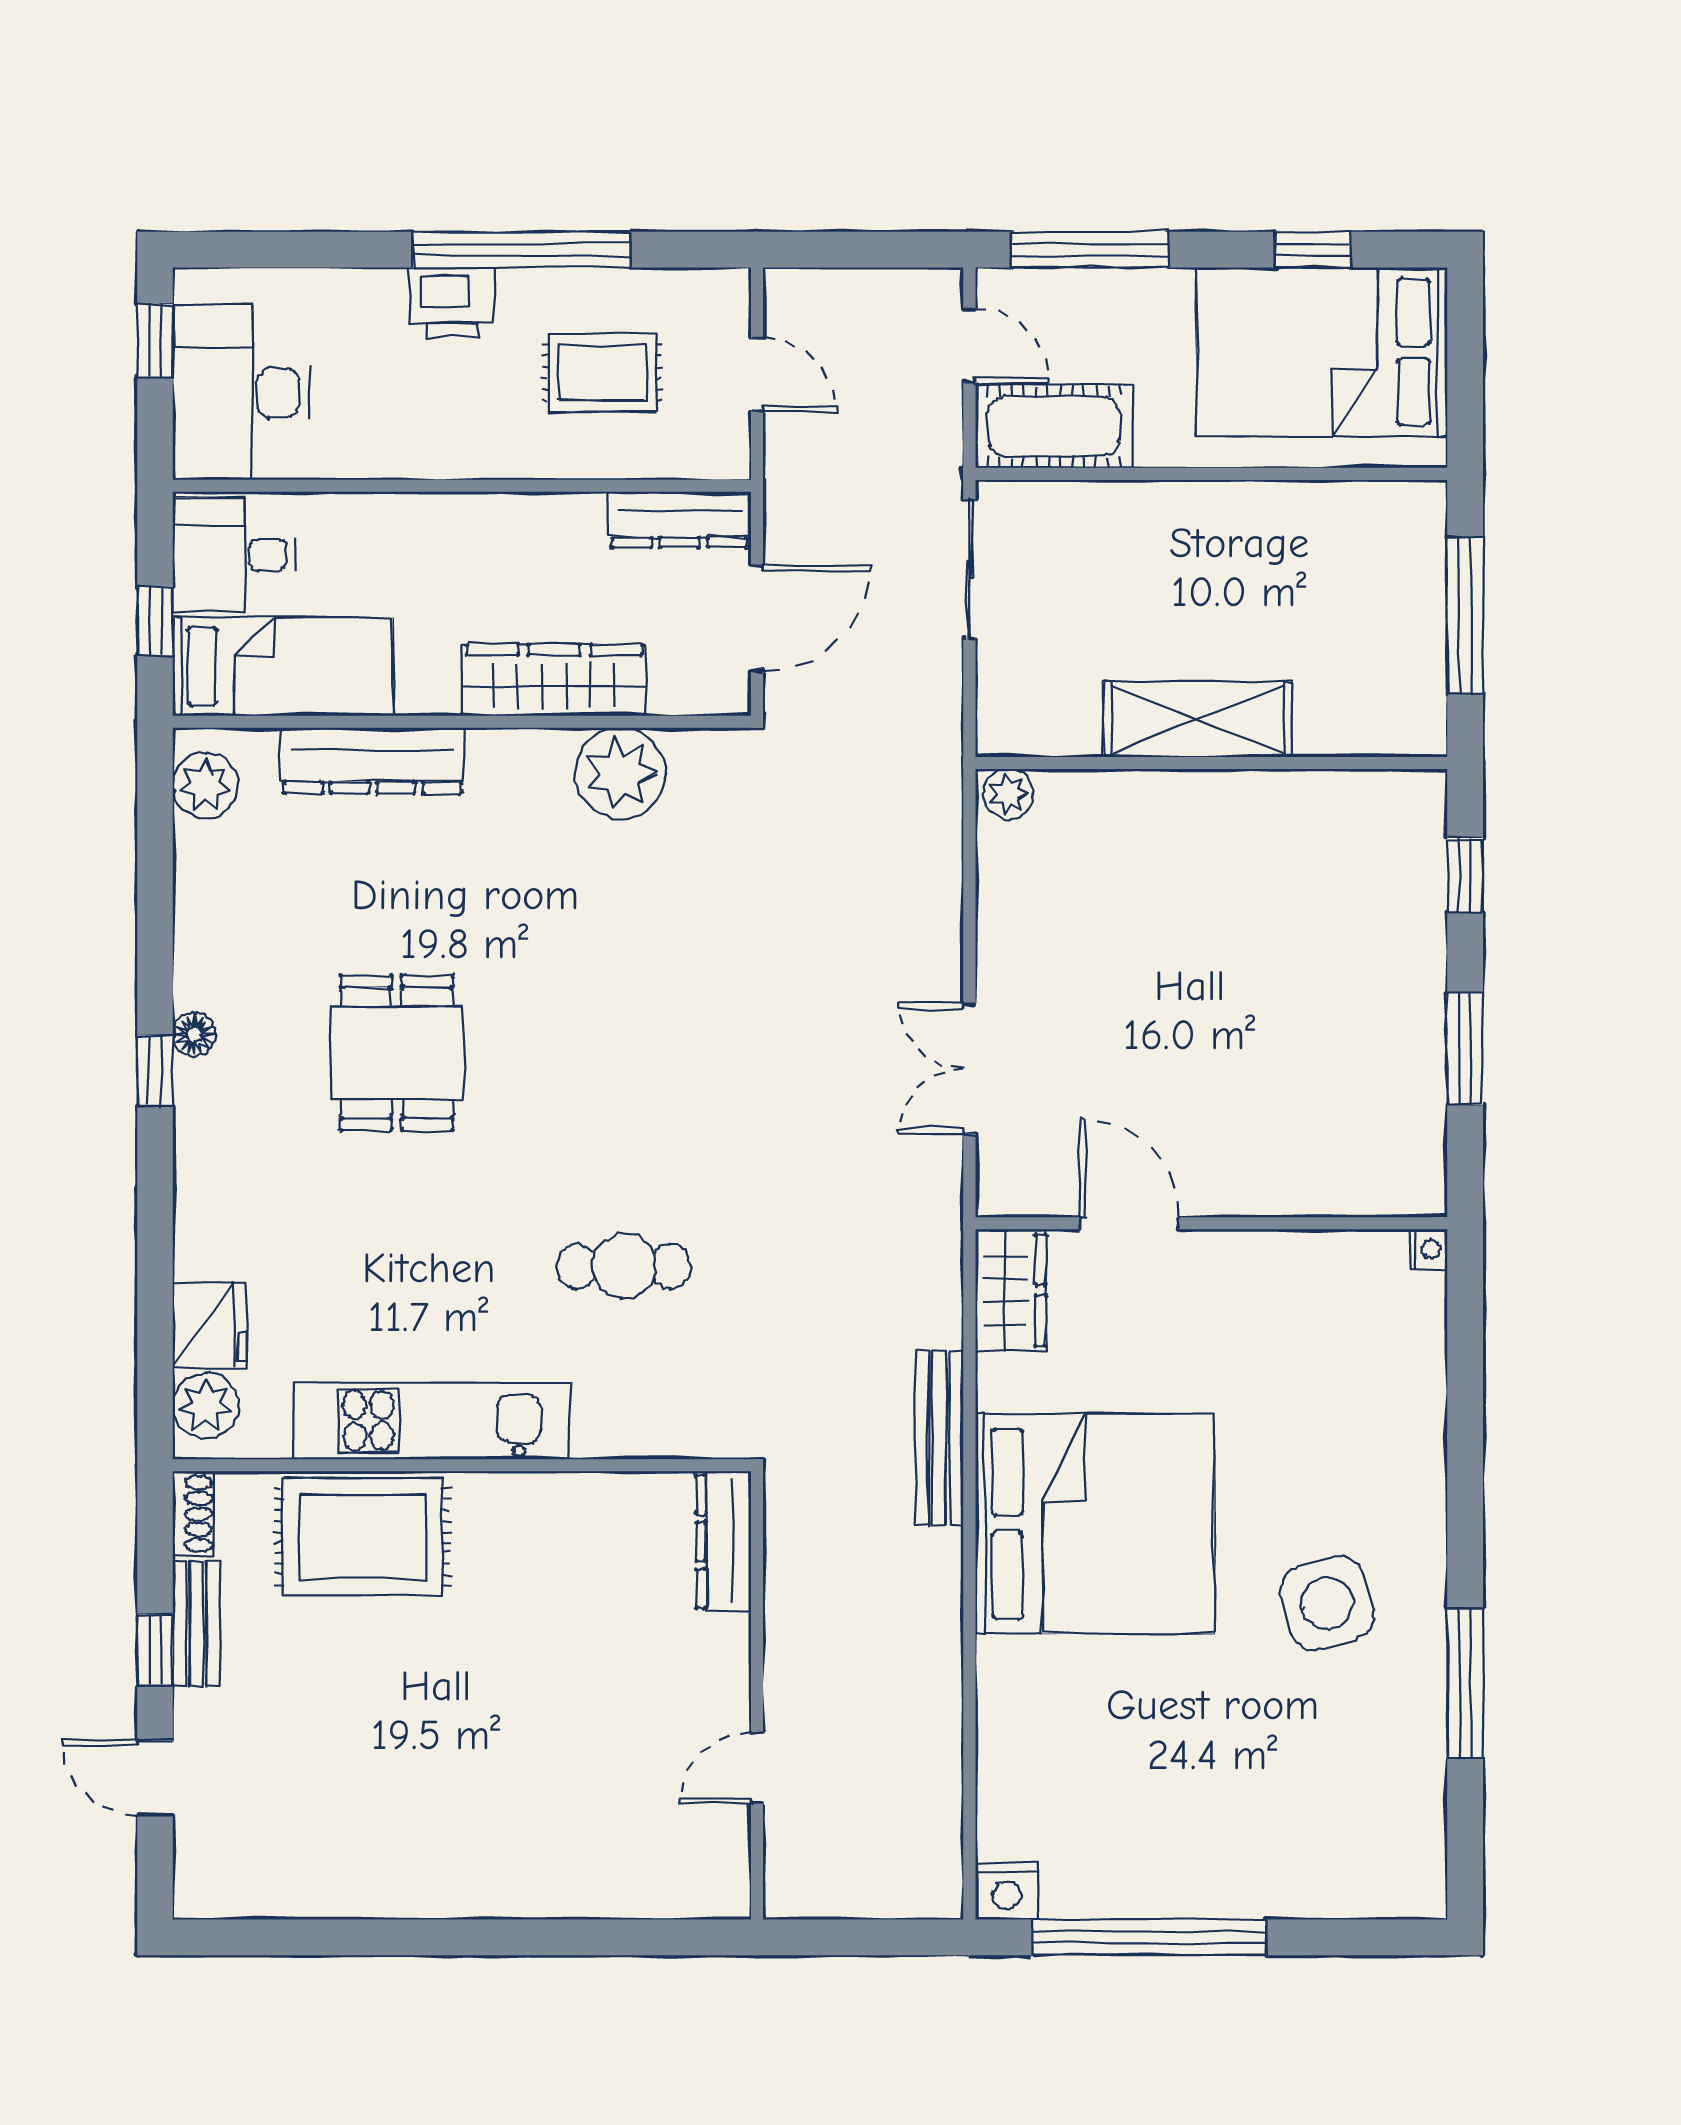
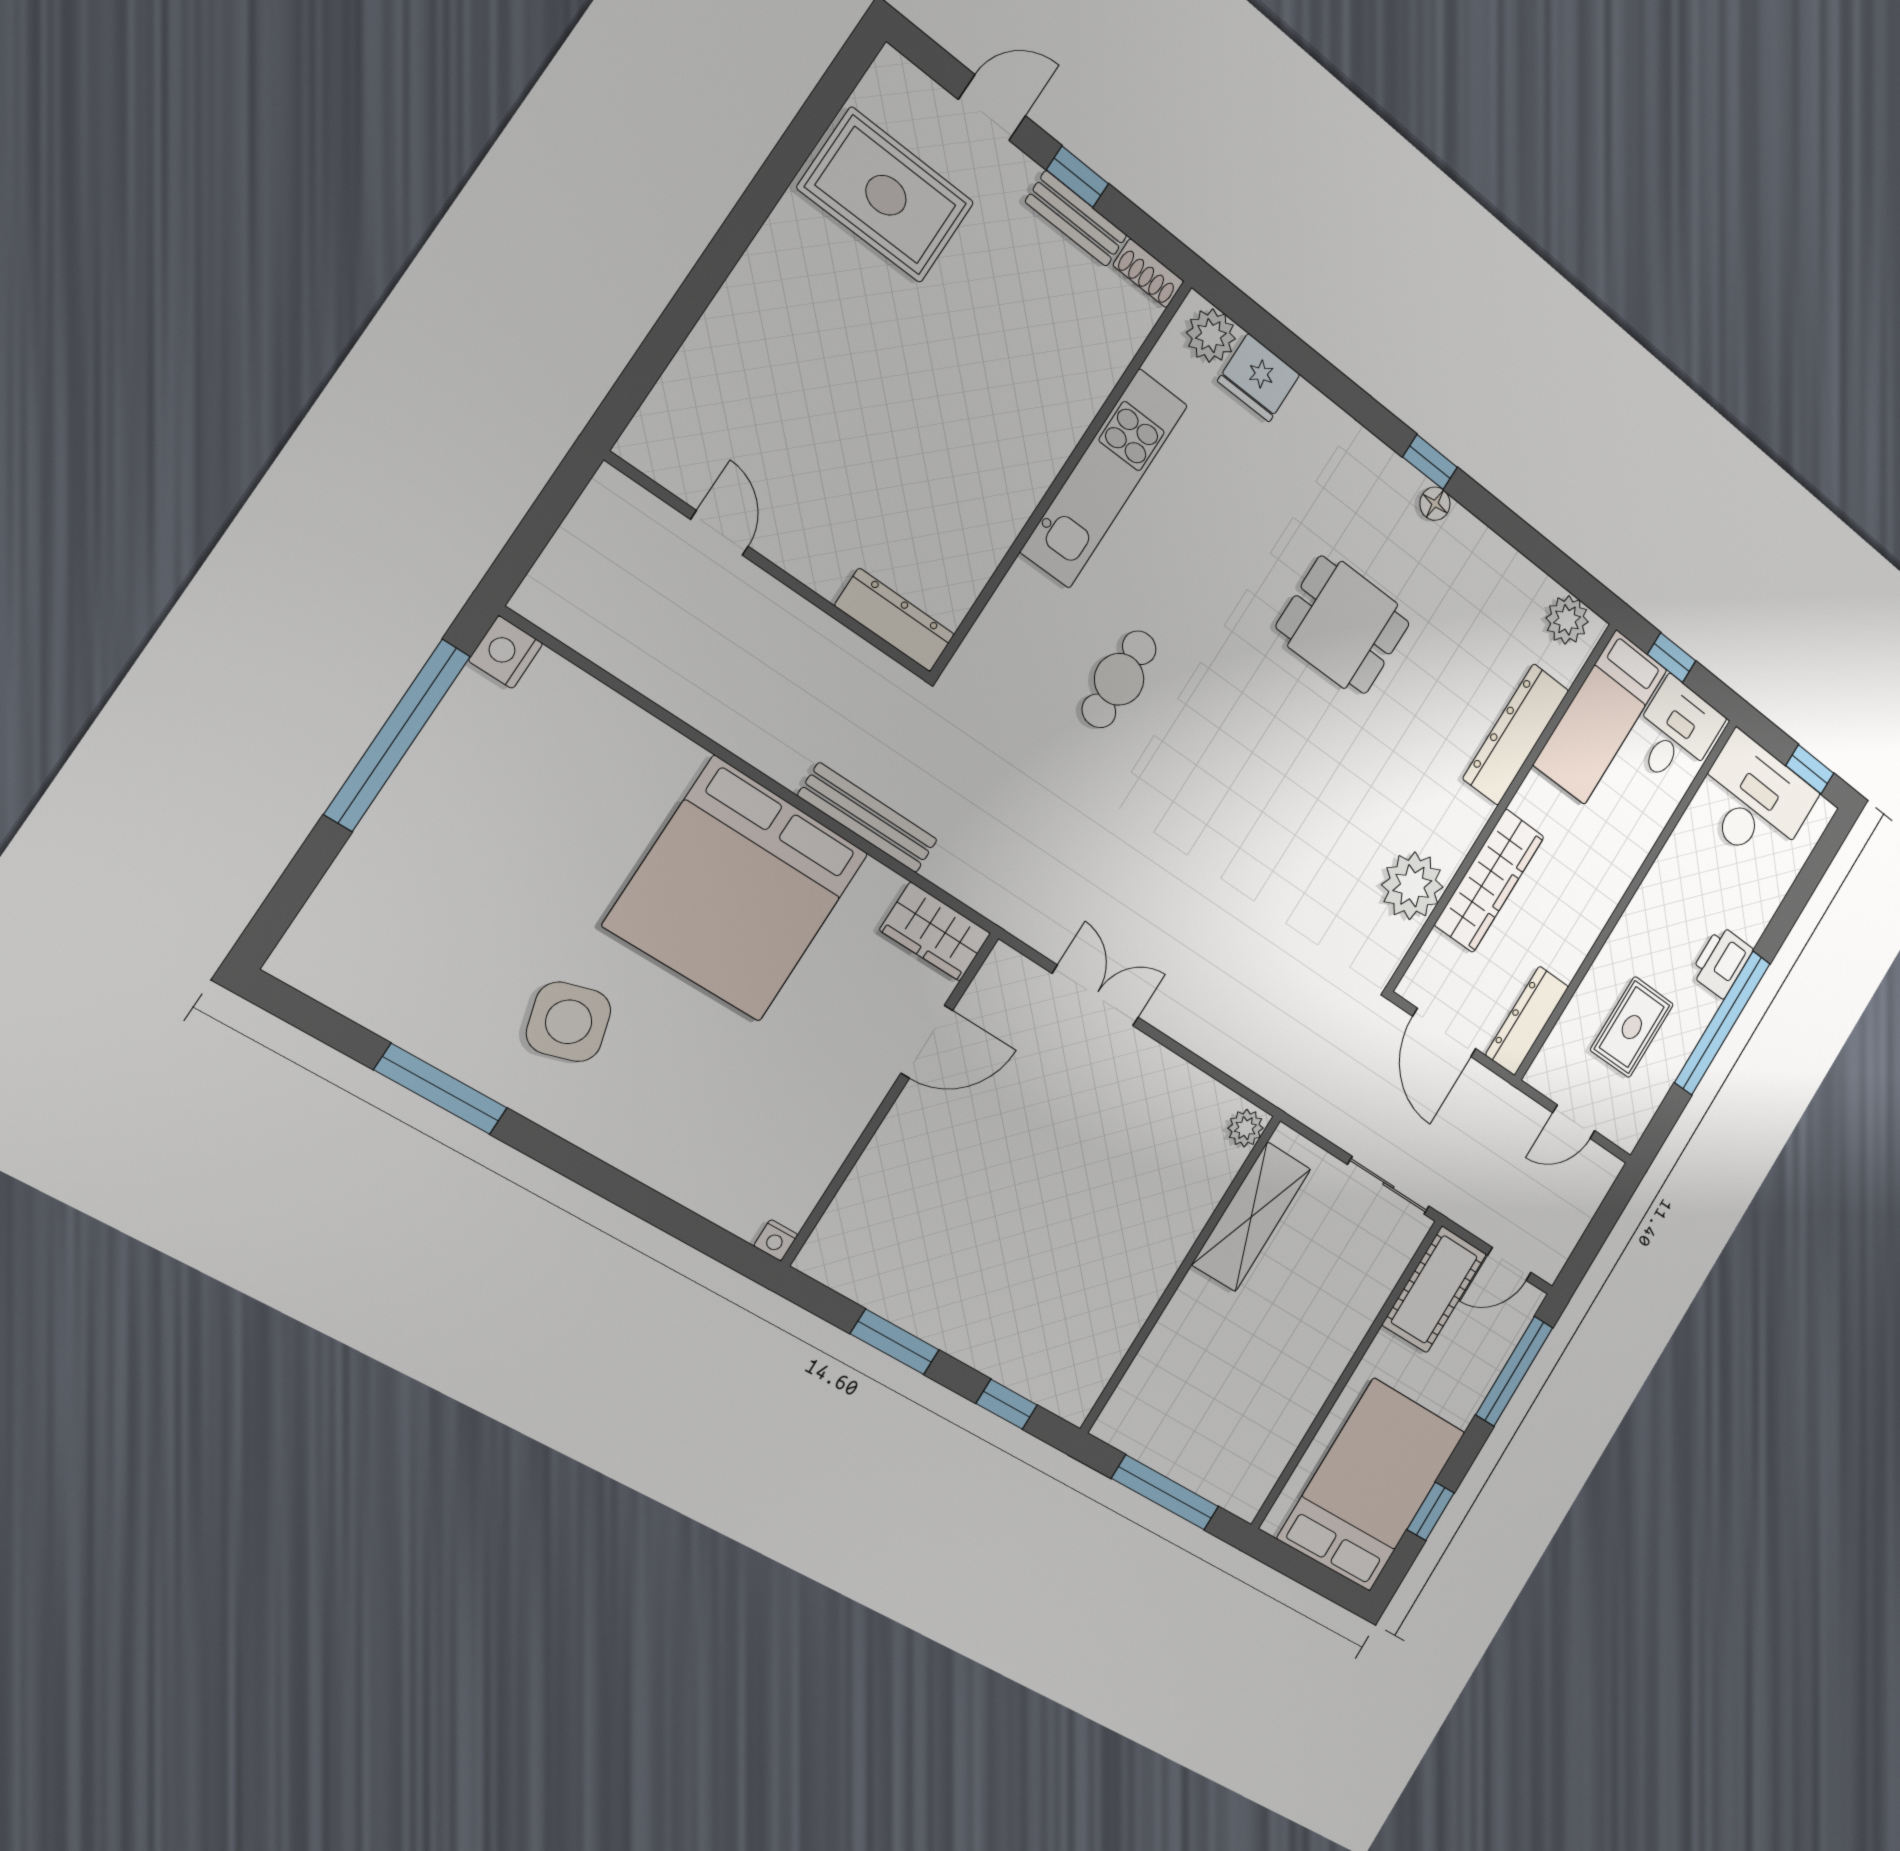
shelving: (1197, 719) -> (1251, 1217), moved
rug: (362, 1537) -> (886, 195), moved, turned 90

